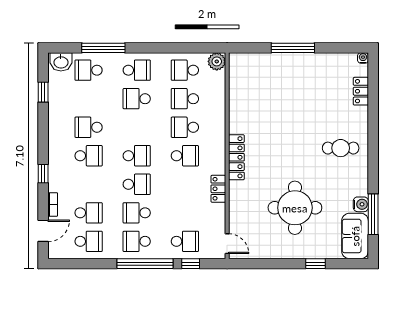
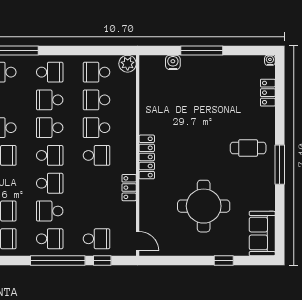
school desk: (137, 127) -> (50, 128), added
water cooler: (361, 204) -> (173, 62), moved, turned -90
window: (373, 214) -> (280, 165), moved
school desk: (137, 241) -> (50, 239), turned 180

